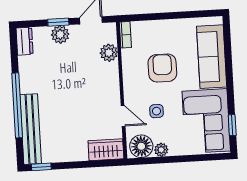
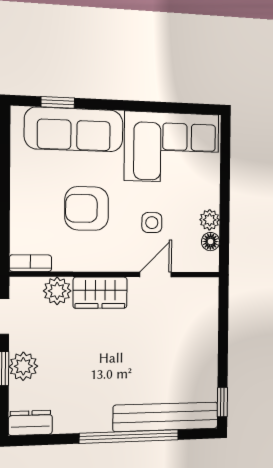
window: (232, 125) -> (58, 102), moved
floor lamp: (141, 146) -> (210, 242), width x0.53, depth x0.53
wardrobe: (106, 150) -> (100, 293), moved, turned -90

